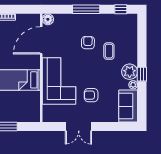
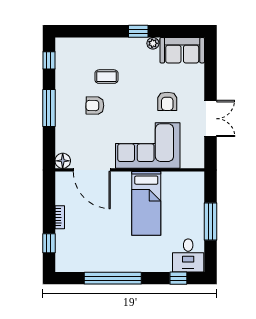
plant: (130, 72) -> (135, 48), removed

